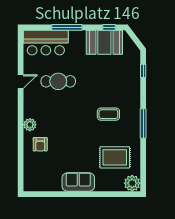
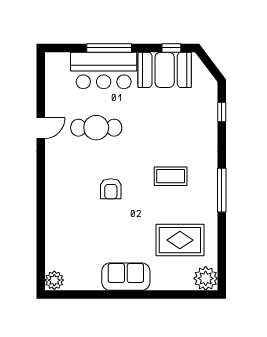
bar counter: (46, 43) -> (104, 70), moved
plant: (30, 125) -> (54, 280), moved
armchair: (40, 144) -> (111, 189), moved

